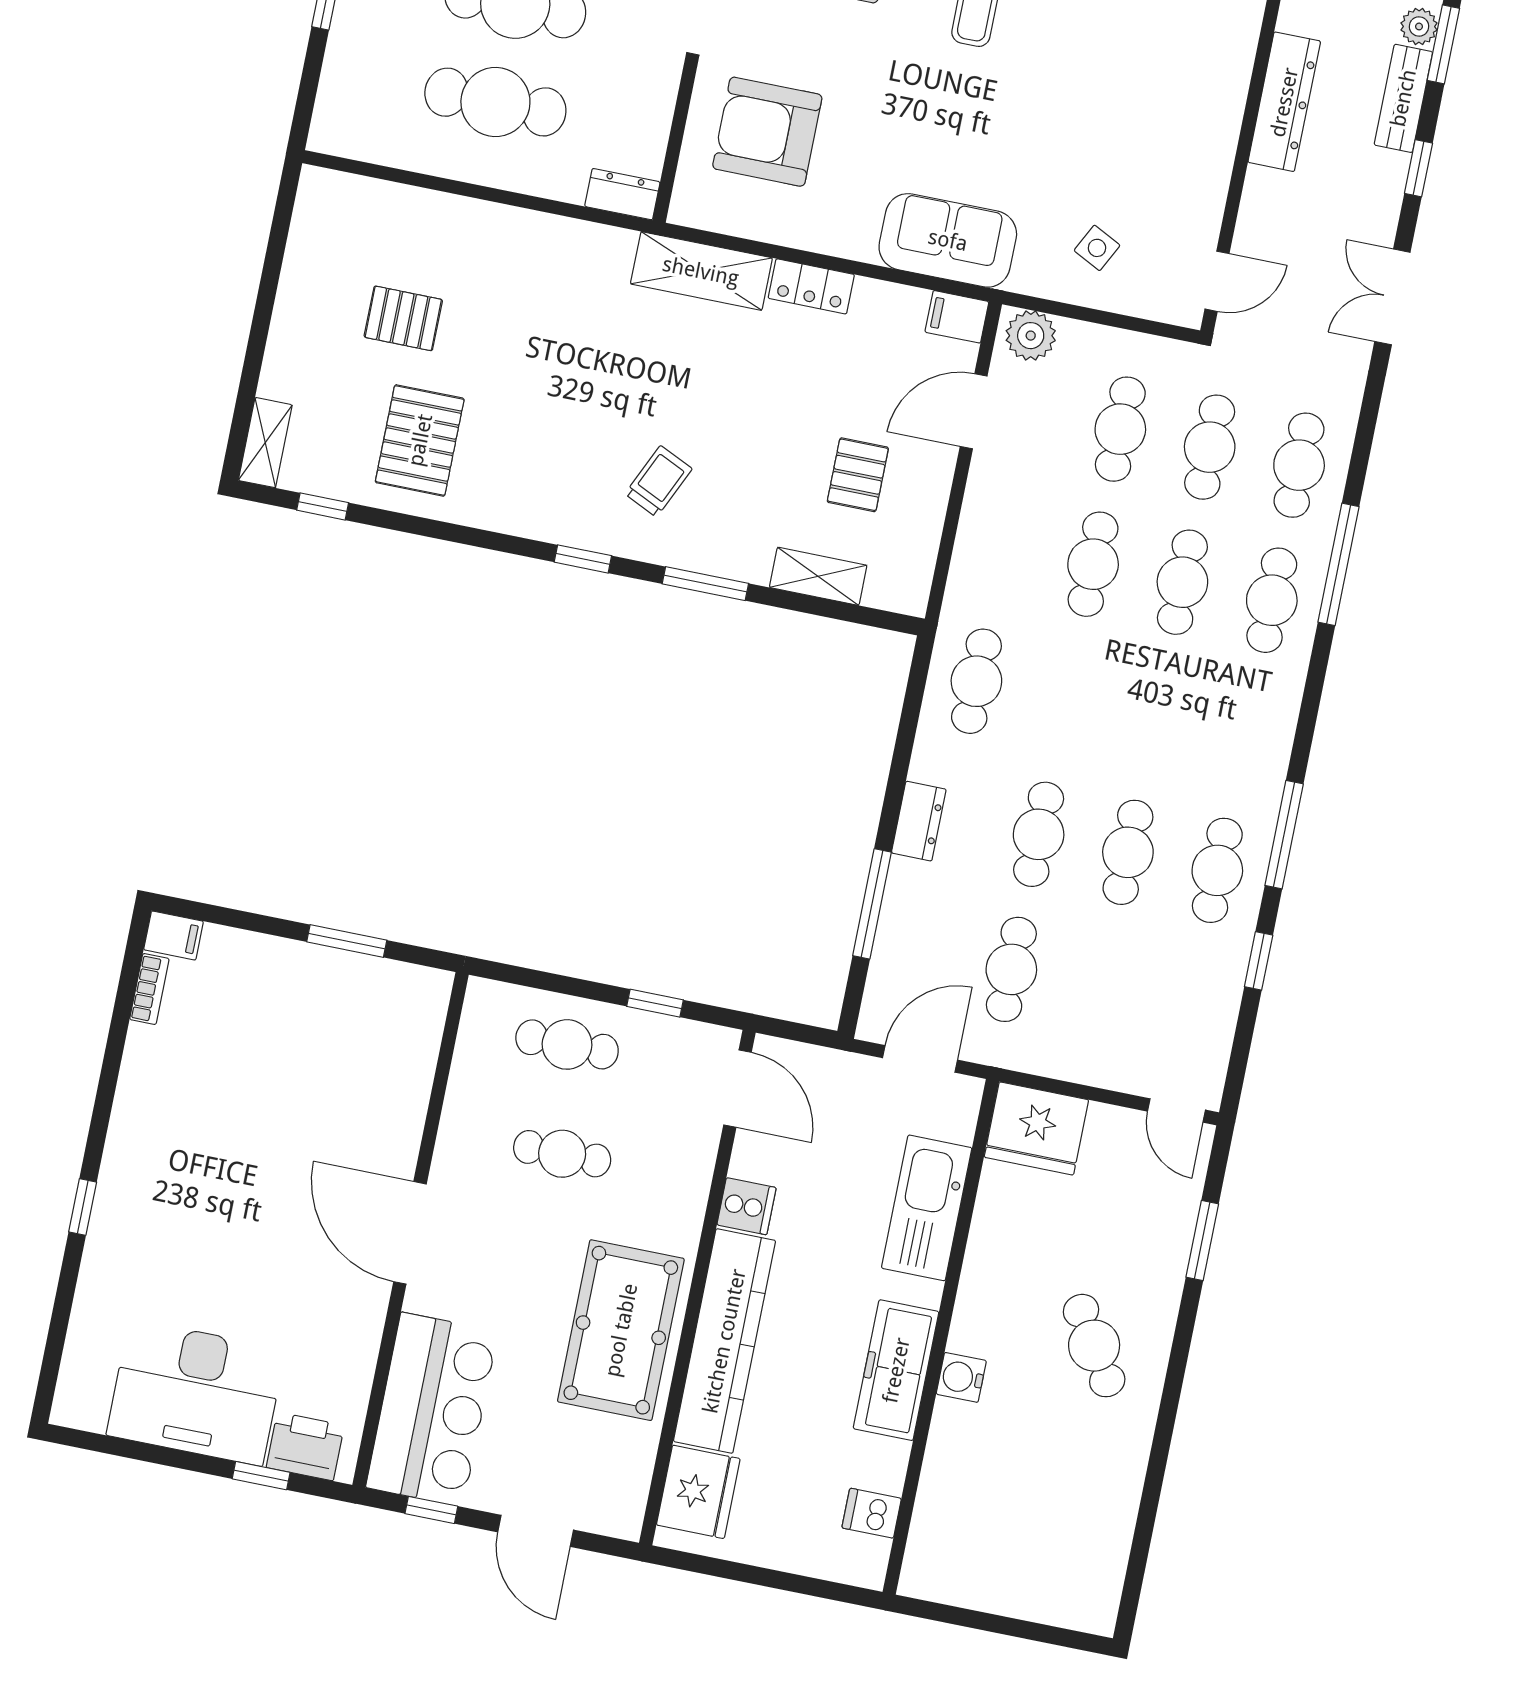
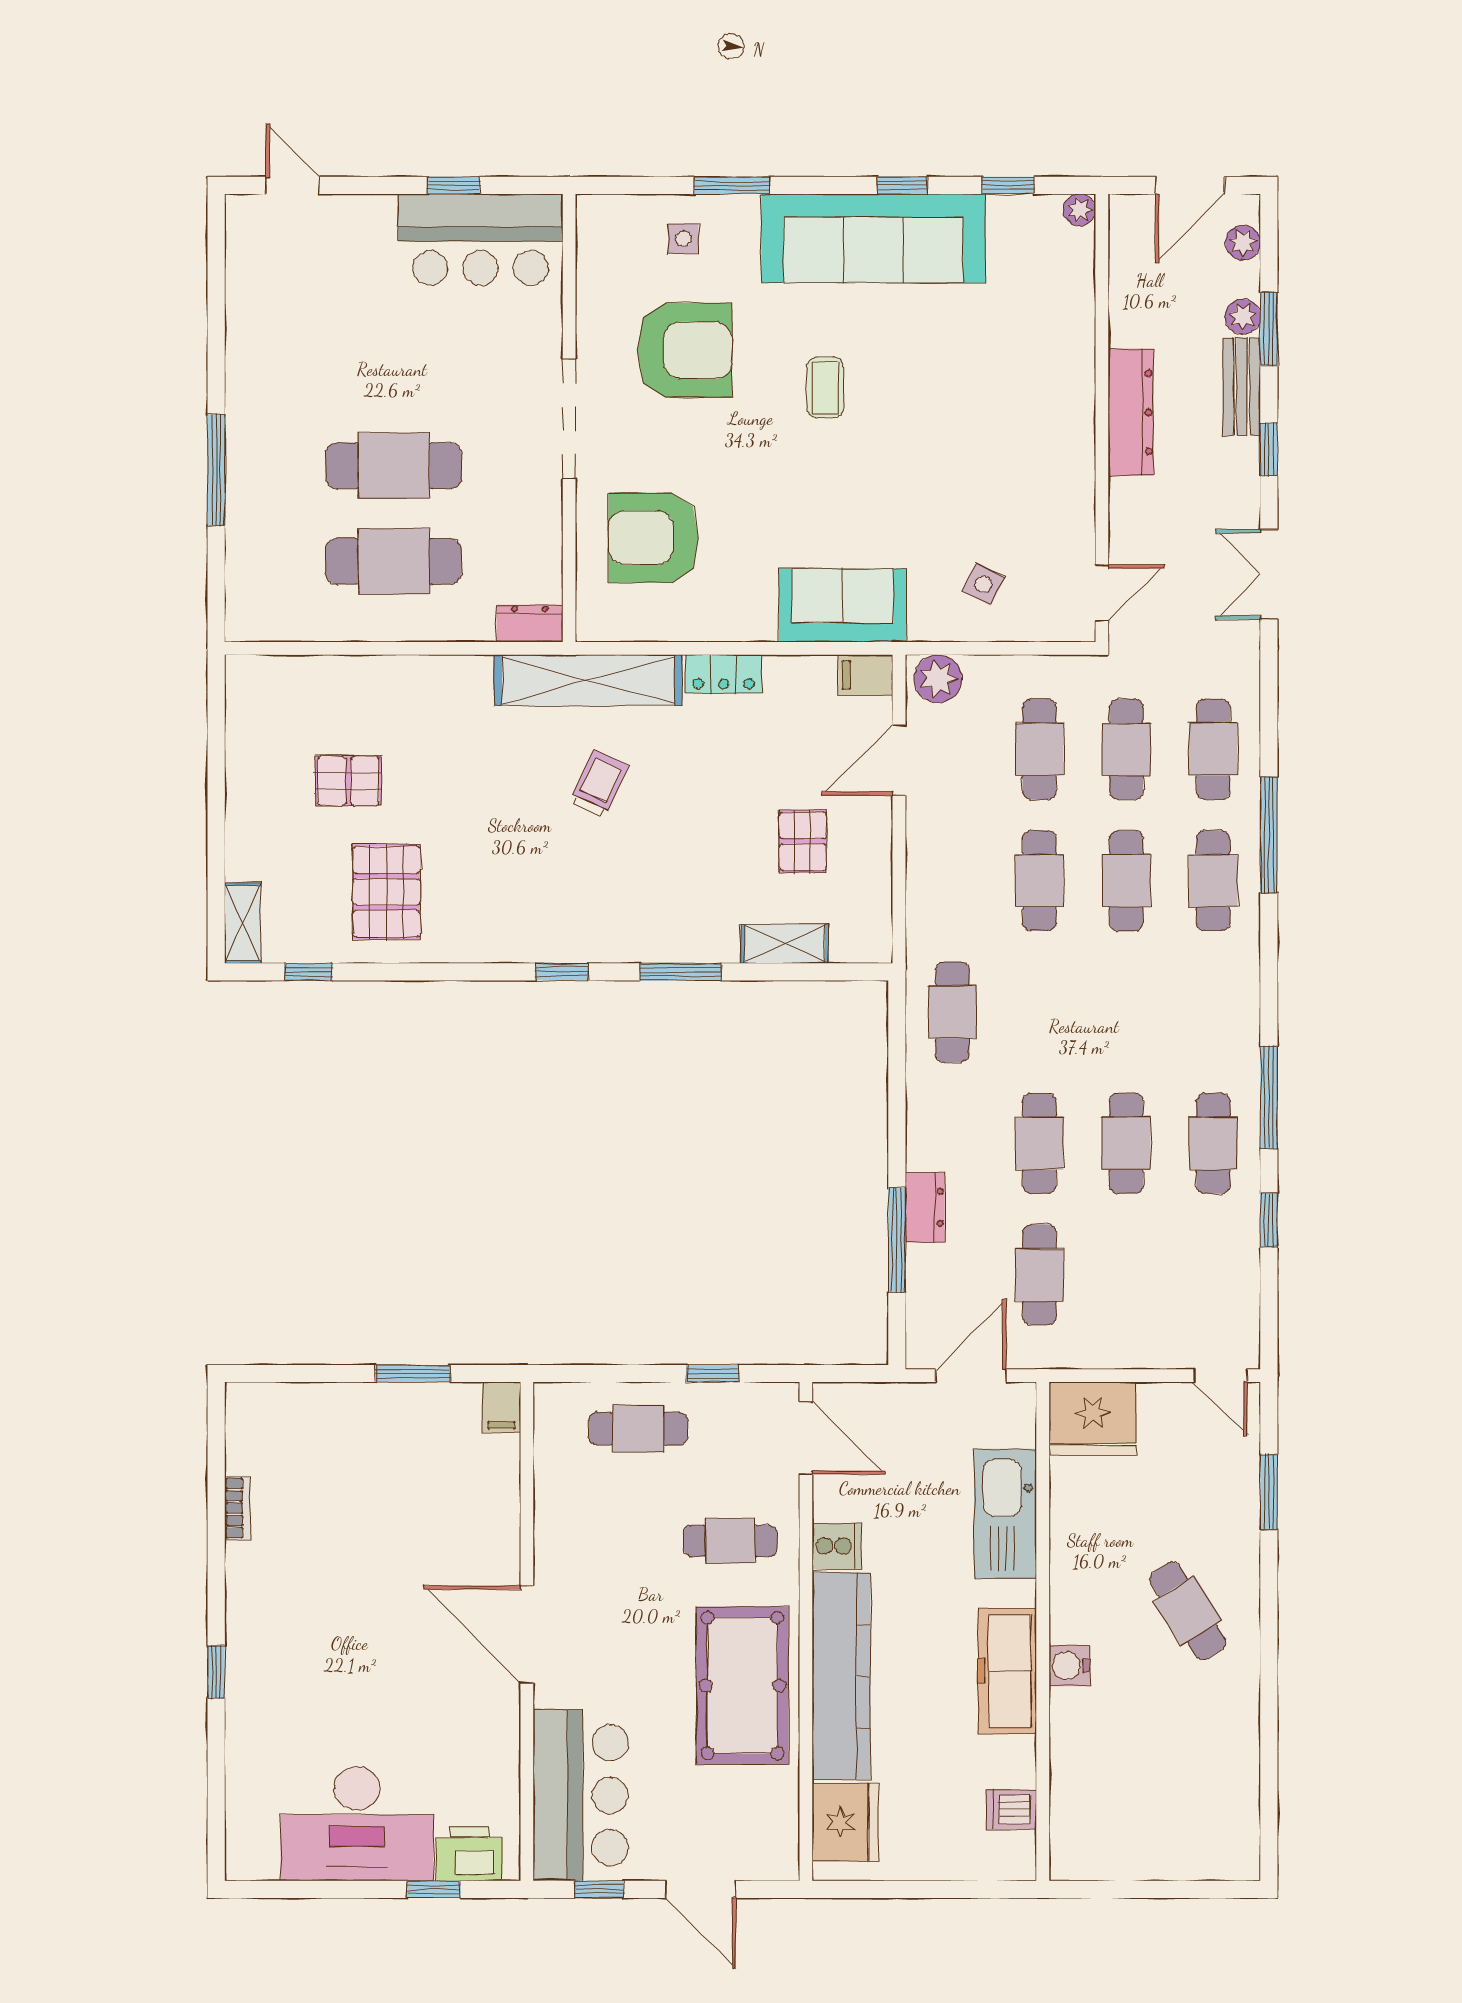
shelving: (701, 271) -> (588, 680), width x1.47
trolley: (658, 481) -> (599, 784), moved
dresser: (919, 821) -> (925, 1207), moved
filing cabinet: (174, 936) -> (501, 1407), moved, turned 90
bookcase: (149, 989) -> (237, 1508), moved
cafe table: (562, 1154) -> (730, 1541), moved

